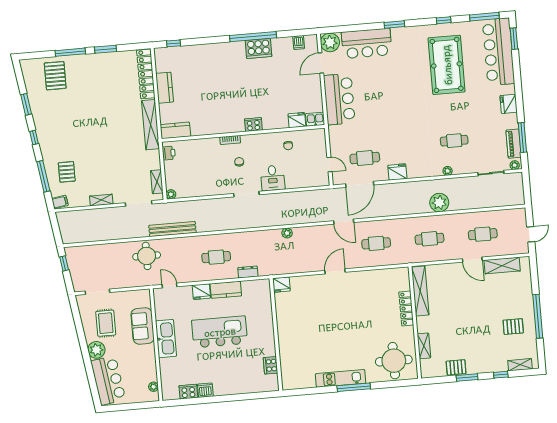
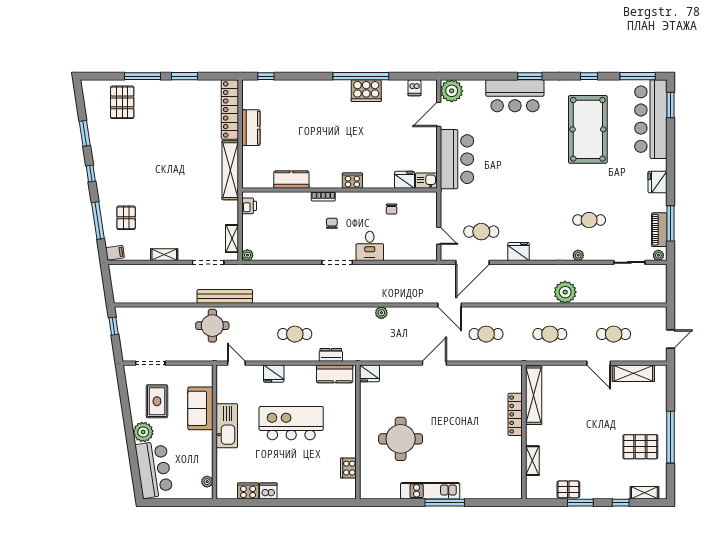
bar counter: (367, 43) -> (515, 96), moved
kitchen counter: (175, 130) -> (291, 180), moved
bench: (172, 229) -> (225, 296), moved
kitchen counter: (226, 290) -> (335, 374), moved
pallet: (513, 327) -> (640, 447), width x1.50, depth x1.42
round table: (394, 361) -> (401, 439), moved

